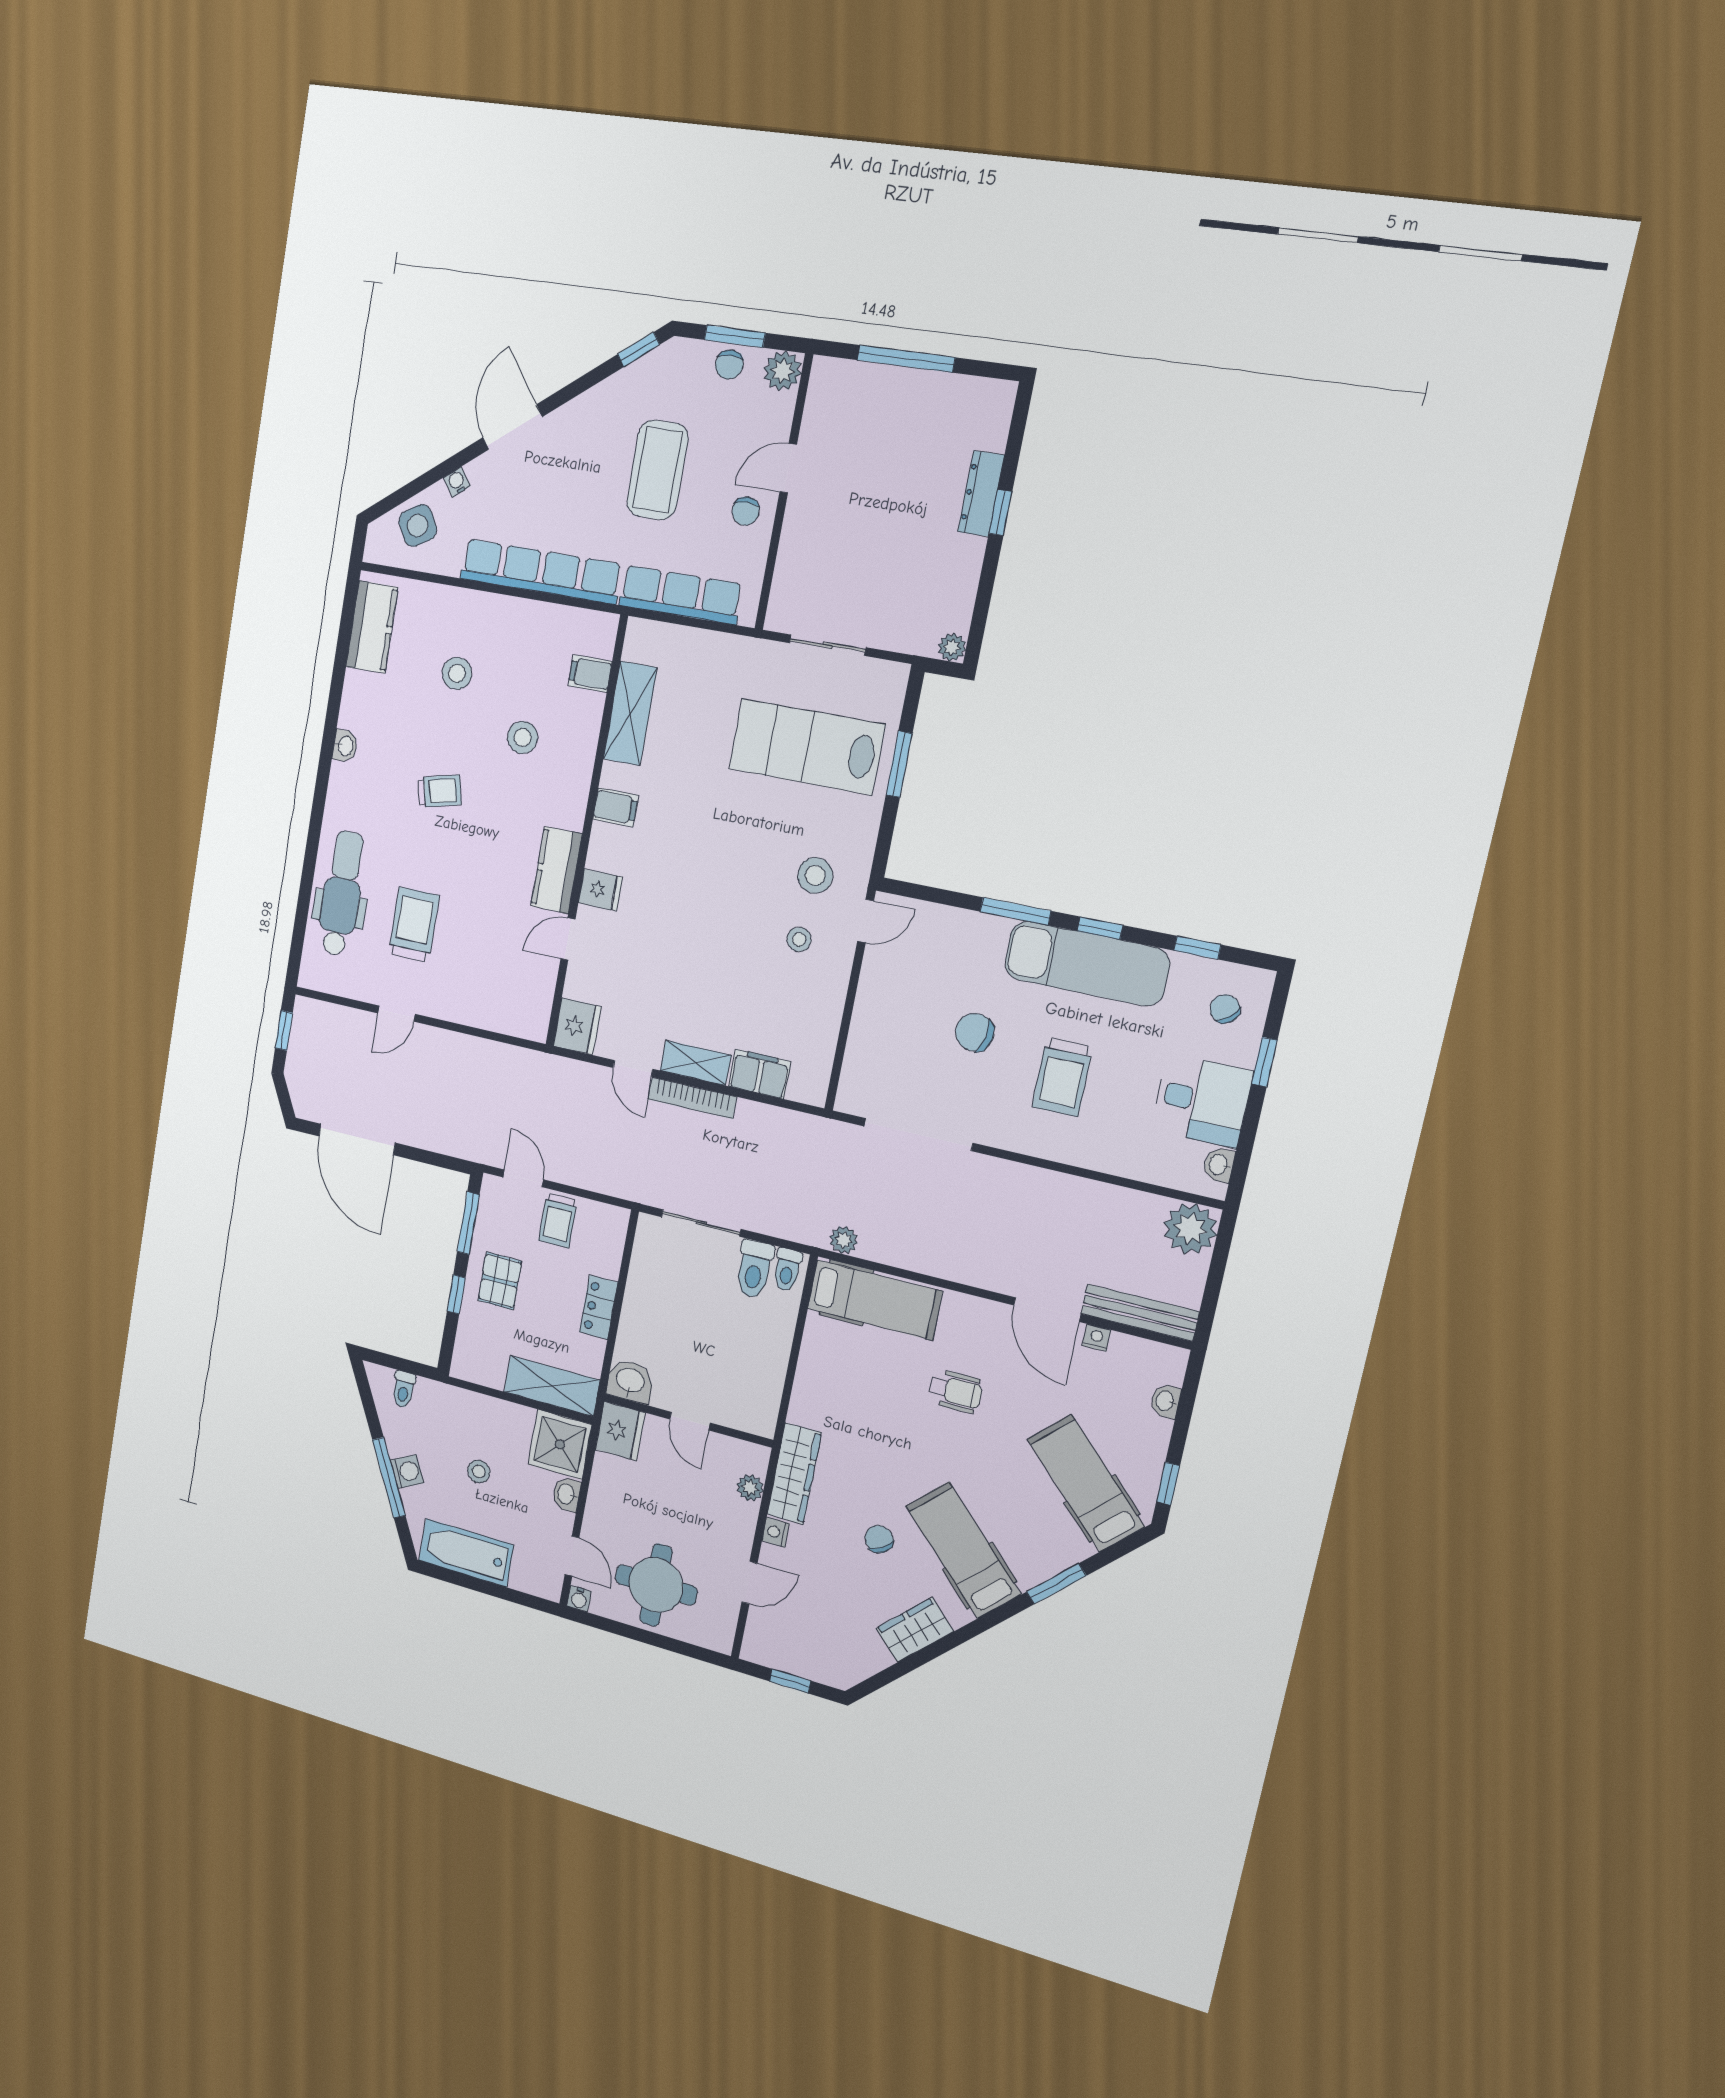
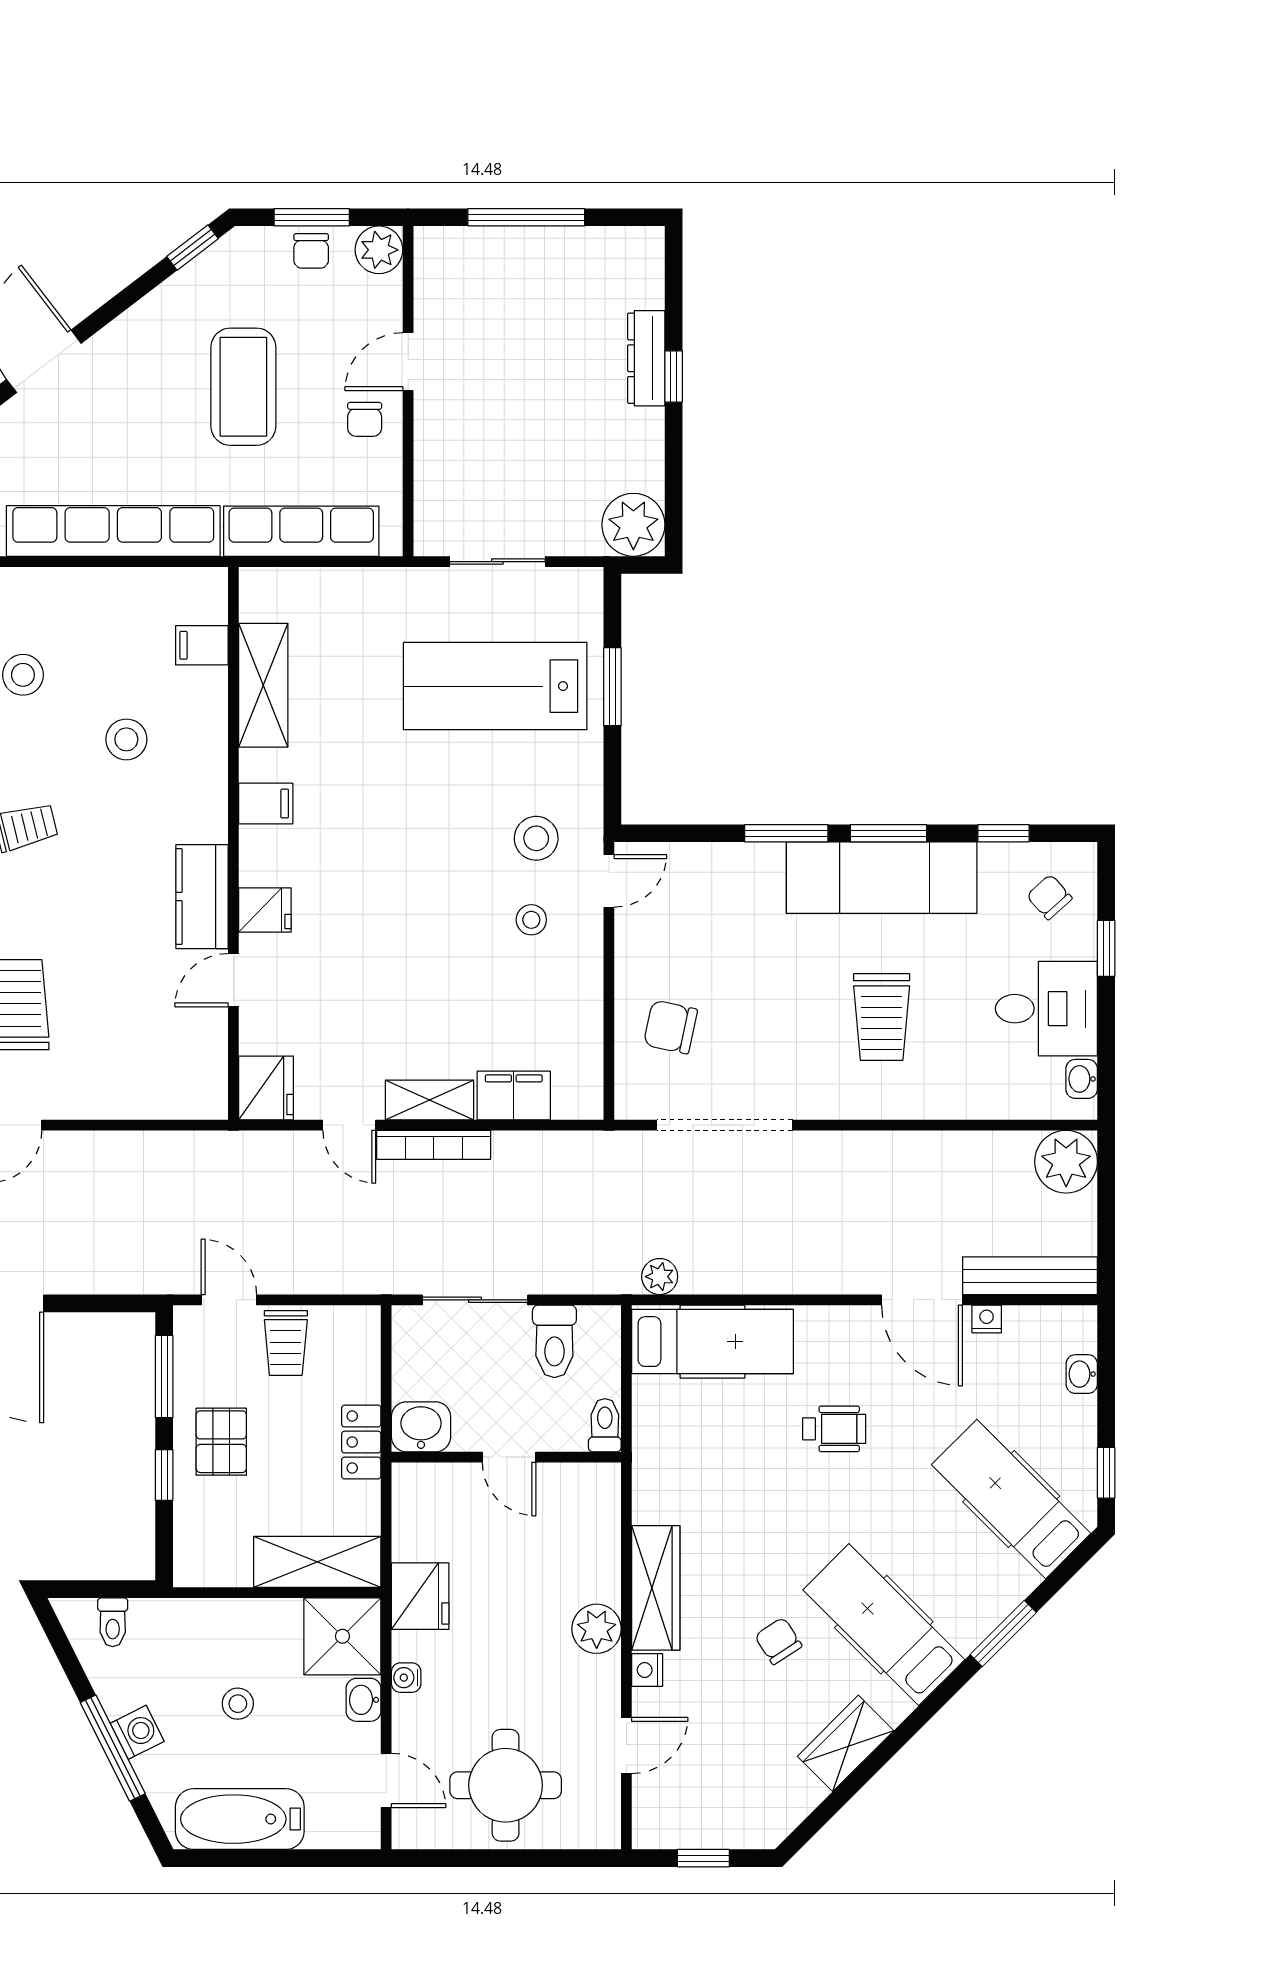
plant: (952, 647) -> (633, 525), width x1.88, depth x1.88
window: (1100, 928) -> (888, 833), width x1.50
chair: (975, 1032) -> (670, 1027), moved
toilet: (787, 1270) -> (605, 1425), moved, turned 180
washbasin: (630, 1381) -> (421, 1427), moved
wall: (688, 1420) -> (506, 1457), moved
door: (690, 1421) -> (509, 1457), moved
plant: (750, 1488) -> (597, 1629), width x1.38, depth x1.38
water cooler: (579, 1599) -> (406, 1678), moved, turned 90

